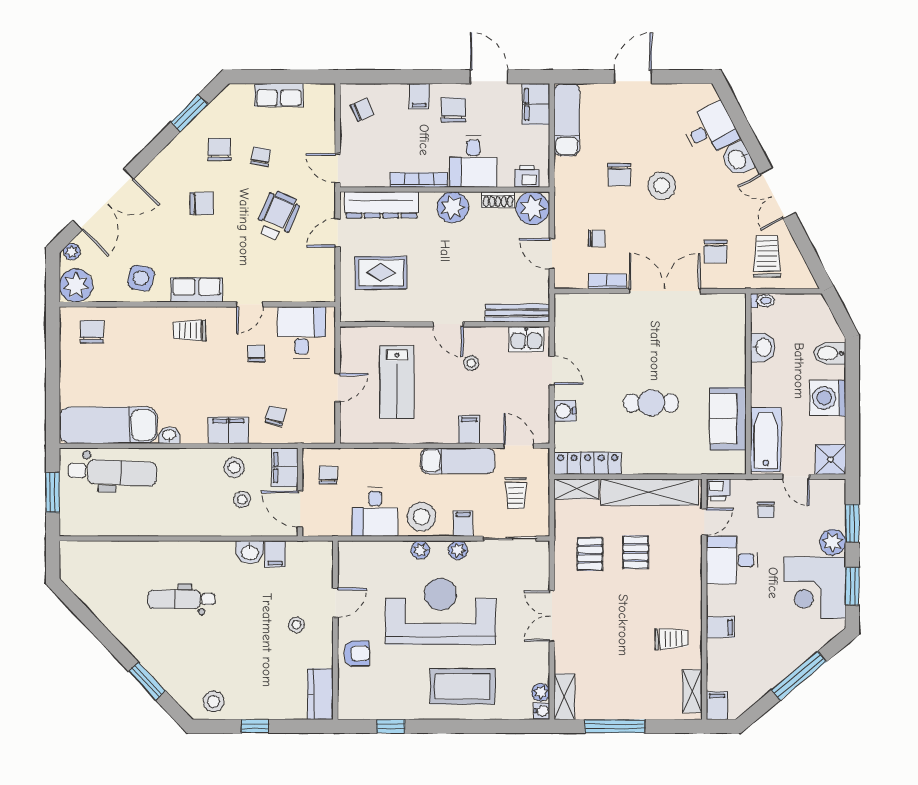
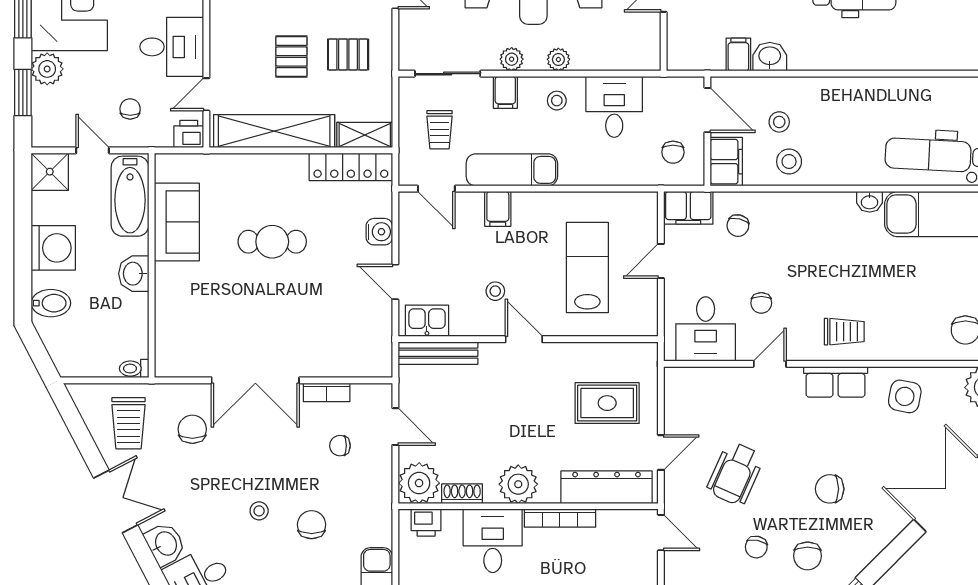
stool: (662, 186) -> (259, 511), width x0.53, depth x0.53
washbasin: (763, 348) -> (134, 274), moved
filing cabinet: (228, 430) -> (688, 208), moved
trolley: (516, 493) -> (440, 130), turned 180
stool: (422, 517) -> (557, 101), width x0.53, depth x0.53
pallet: (590, 554) -> (348, 54), turned 90

